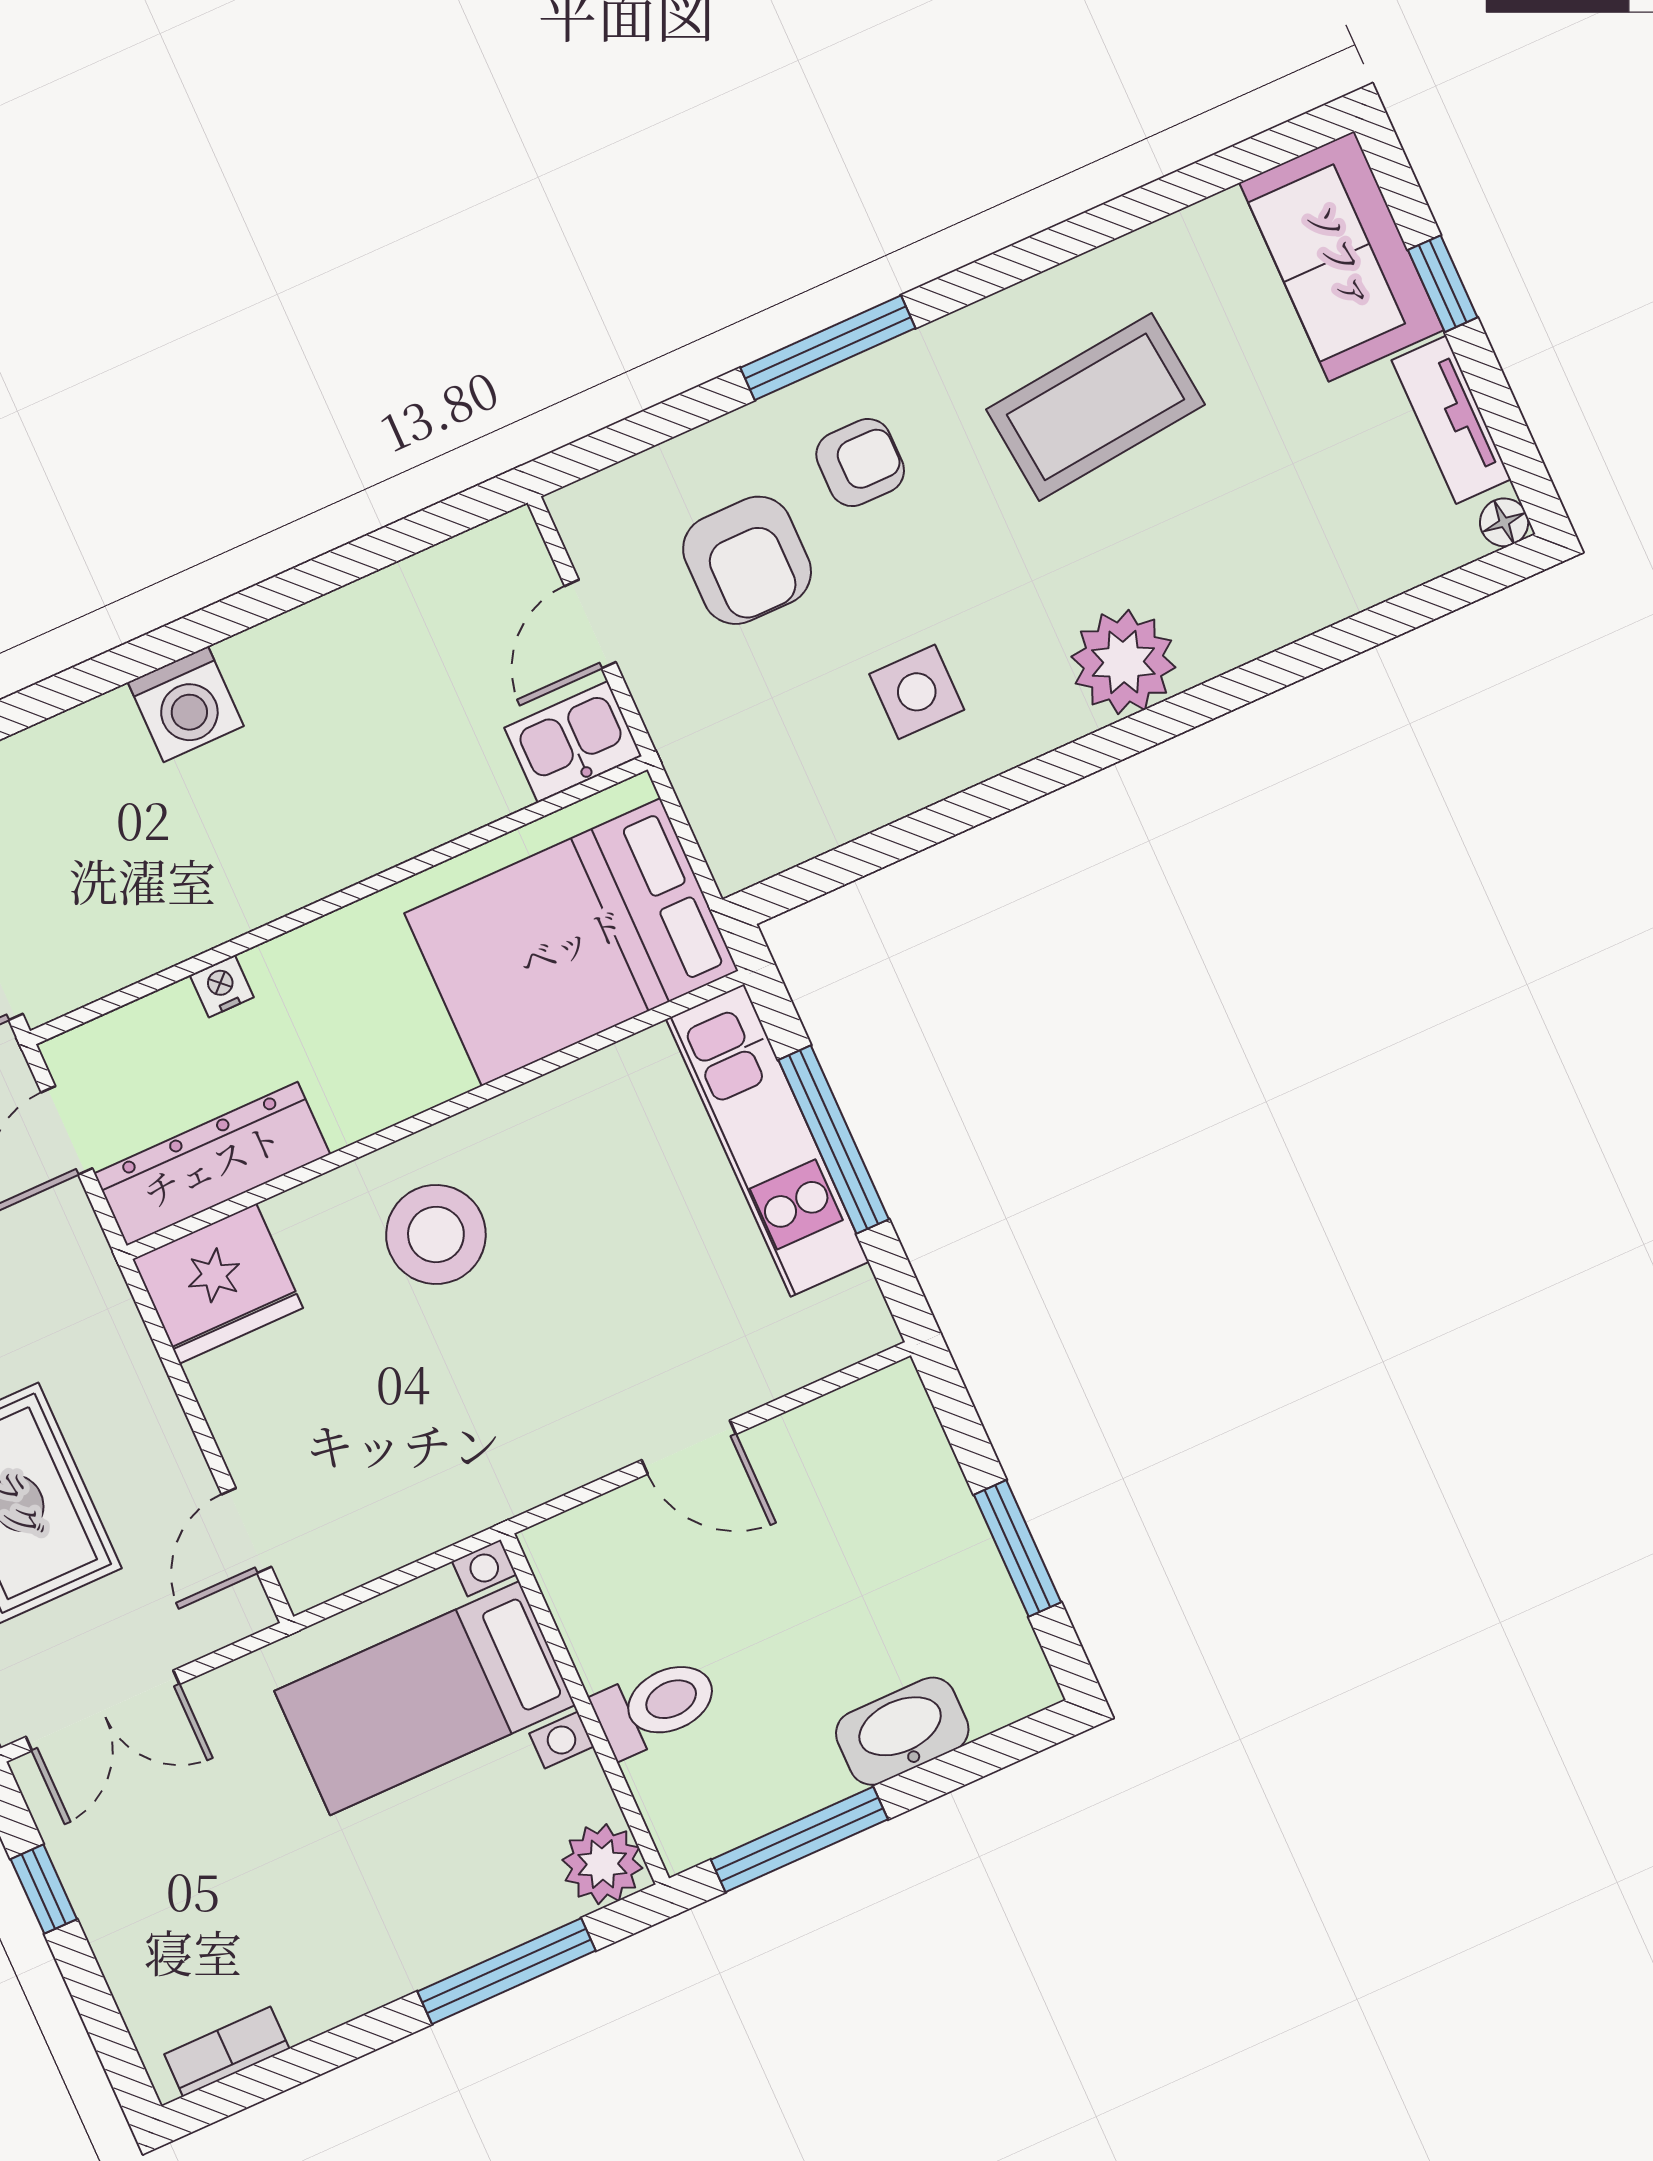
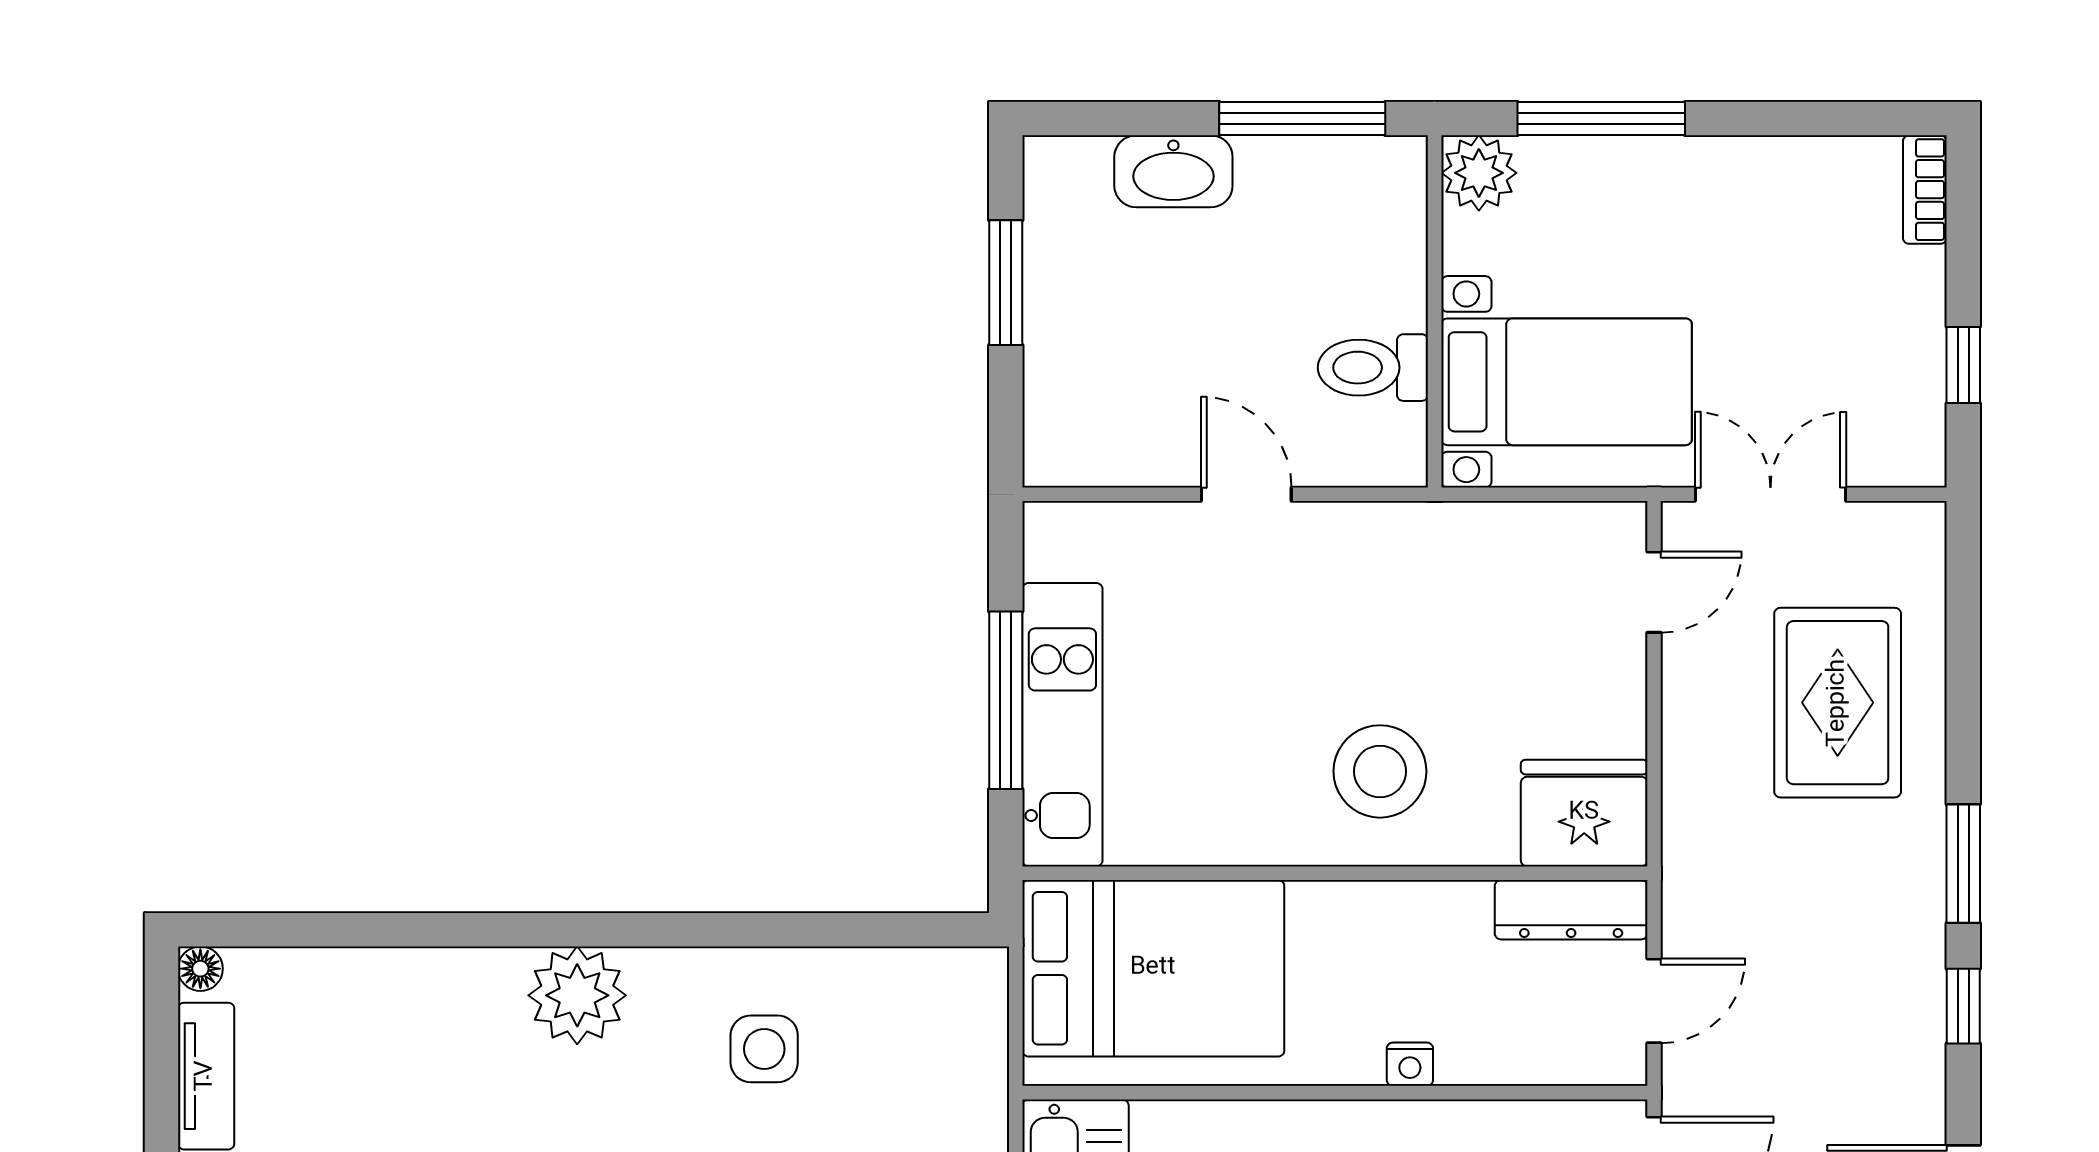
nightstand: (222, 986) -> (1410, 1064), moved
dresser: (212, 1164) -> (1571, 910), width x0.73, depth x0.80
toilet: (656, 1706) -> (1373, 368), moved
double door: (103, 1711) -> (1771, 494), moved
bookcase: (227, 2052) -> (1925, 190), moved, turned 90

